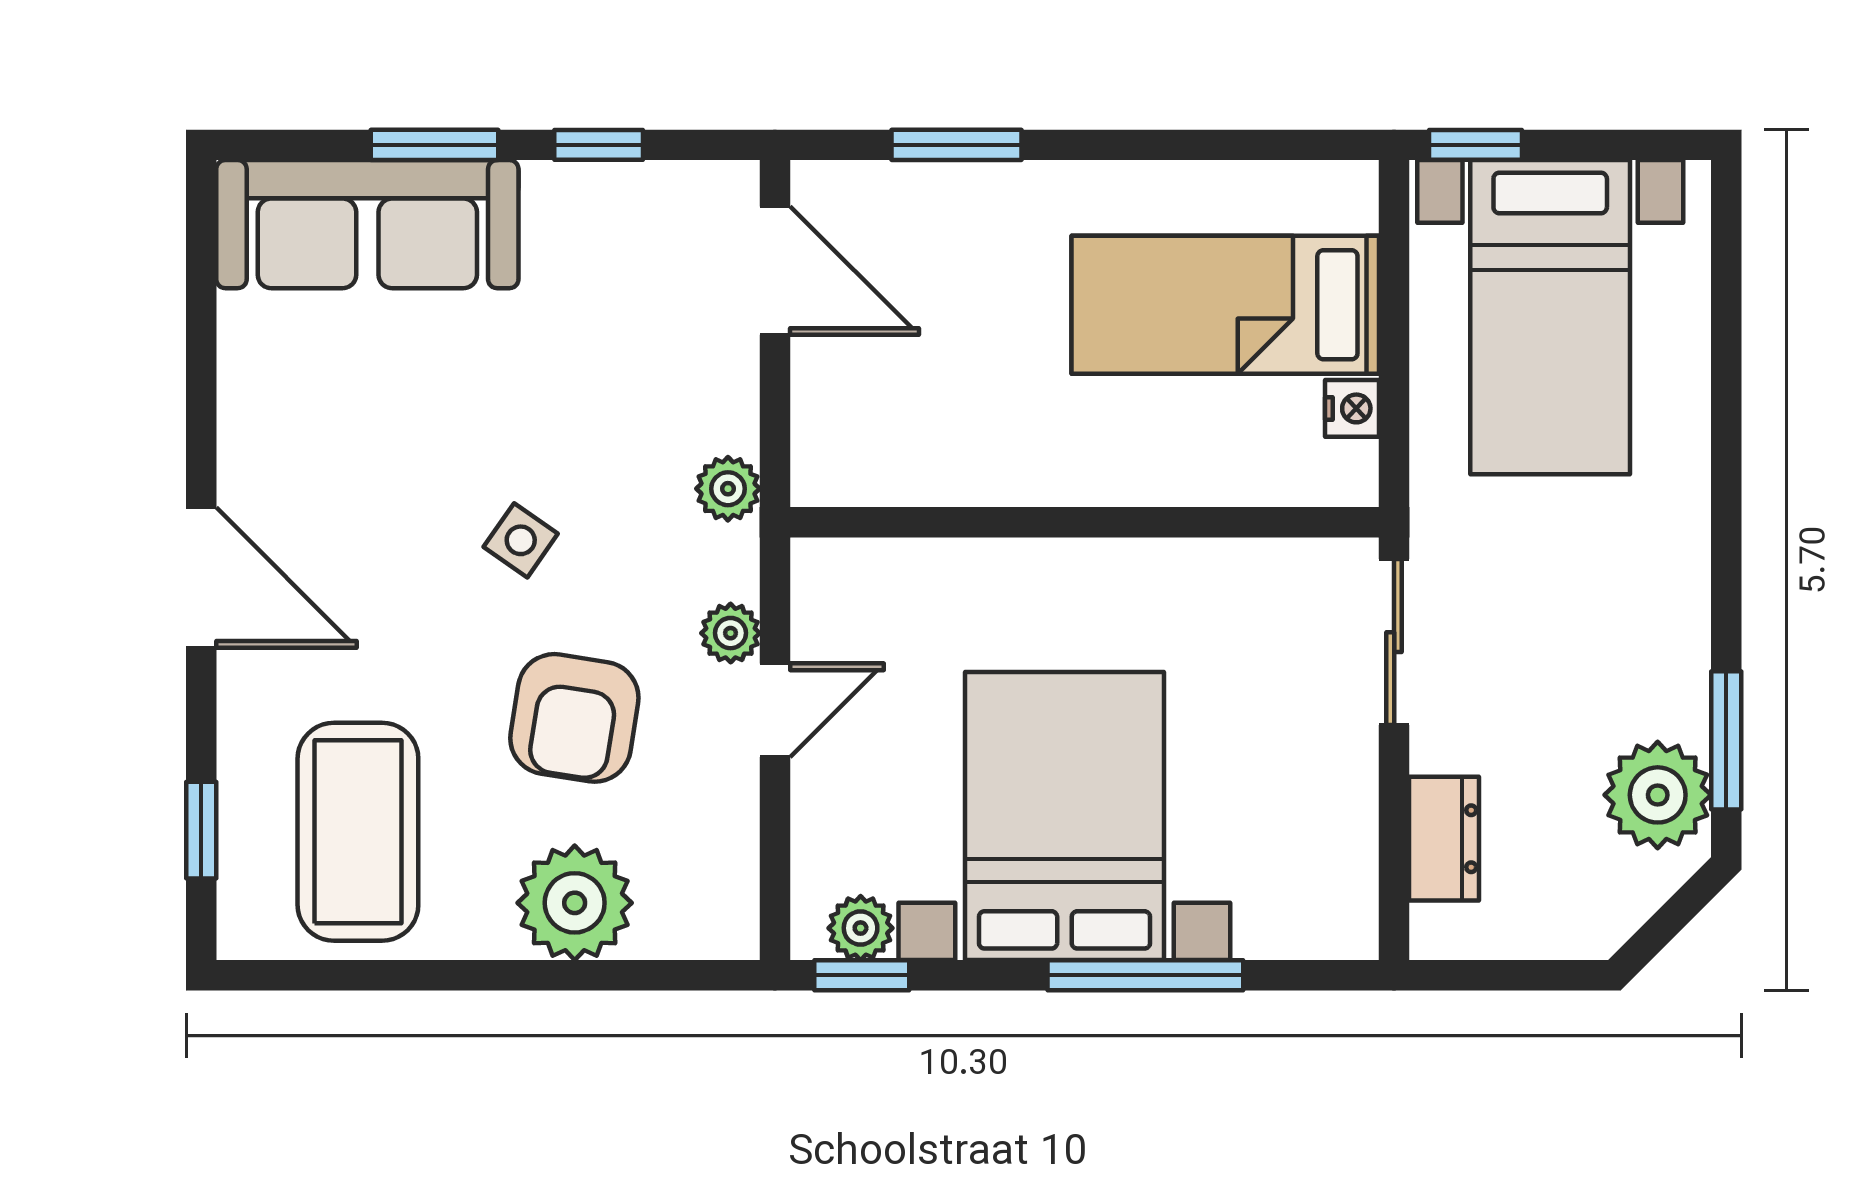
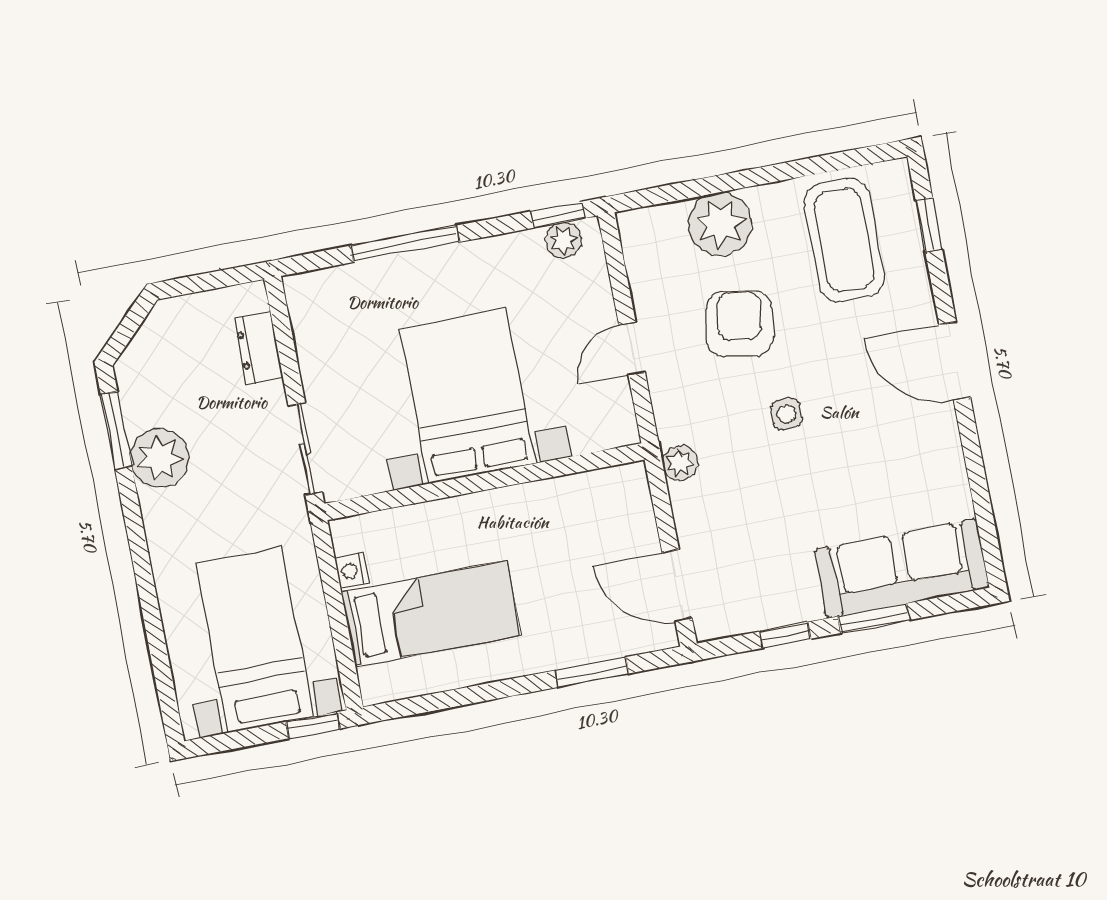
side table: (521, 540) -> (786, 414), turned -35
plant: (731, 633) -> (664, 386), removed
plant: (1658, 795) -> (160, 458), moved
bed with nightstands: (1064, 816) -> (468, 396), moved, turned 180

